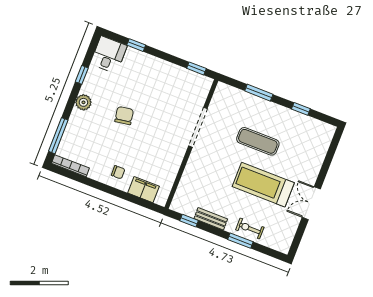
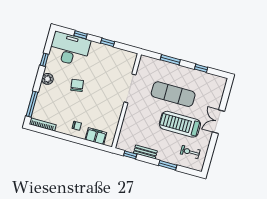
desk: (109, 55) -> (69, 49), width x1.87, depth x1.30
window: (196, 68) -> (108, 42), moved
exercise mat: (258, 141) -> (173, 94), width x1.36, depth x1.45
double door: (311, 203) -> (218, 122), moved
exercise bike: (250, 228) -> (190, 152), moved

